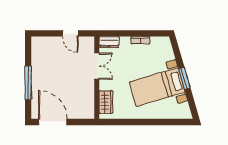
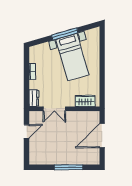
double door: (97, 66) -> (54, 109), swing flipped
window: (184, 78) -> (65, 34), width x1.44
door: (53, 122) -> (102, 136), moved

